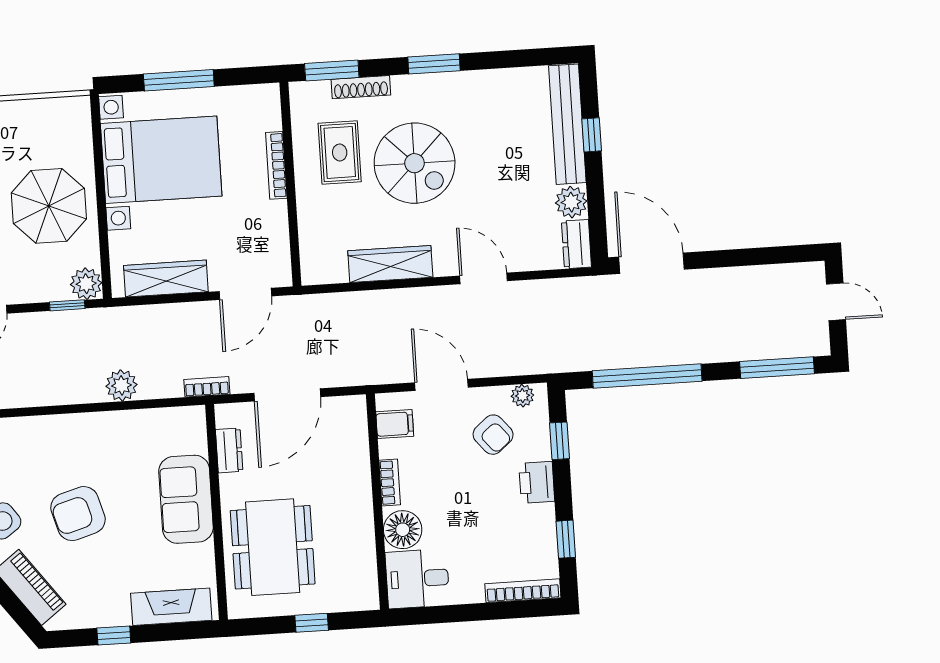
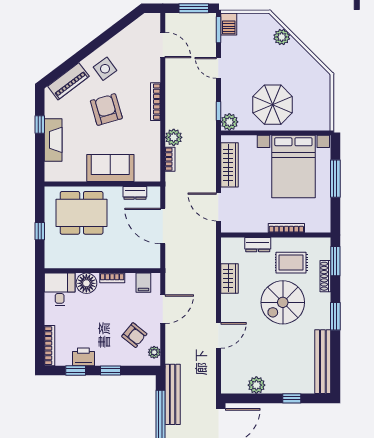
bench: (567, 124) -> (323, 362), moved, turned 90
dresser: (576, 244) -> (258, 245), moved, turned 180
wardrobe: (390, 264) -> (229, 278), width x0.67
bench: (598, 356) -> (173, 394), added
bookcase: (207, 387) -> (170, 159), moved
bookcase: (57, 423) -> (156, 102), added
armchair: (493, 435) -> (134, 335), turned -101
window: (559, 441) -> (111, 371), moved
printer: (537, 482) -> (83, 357), moved
fireplace: (171, 607) -> (53, 140), moved

